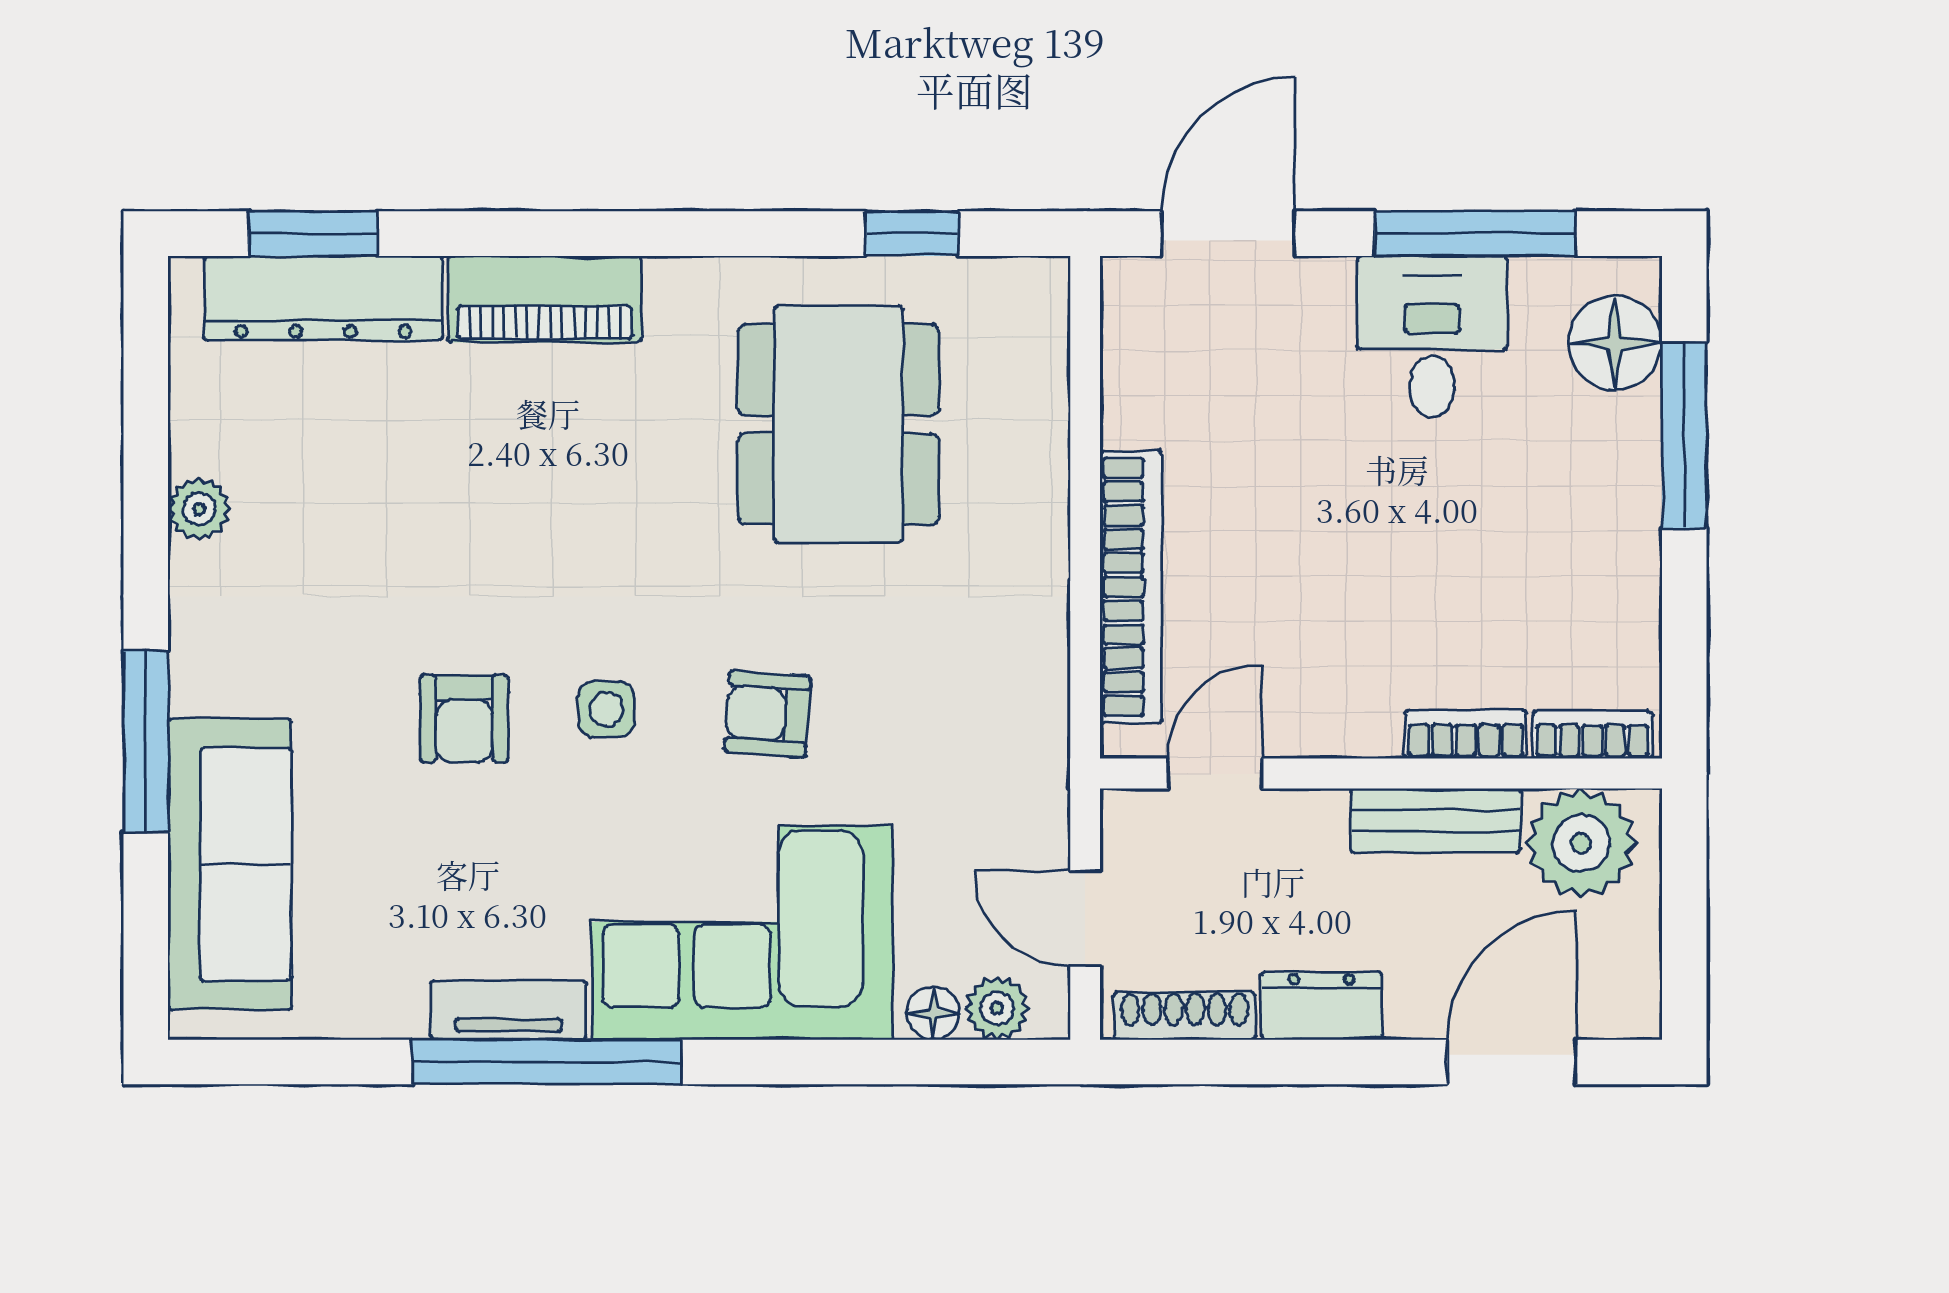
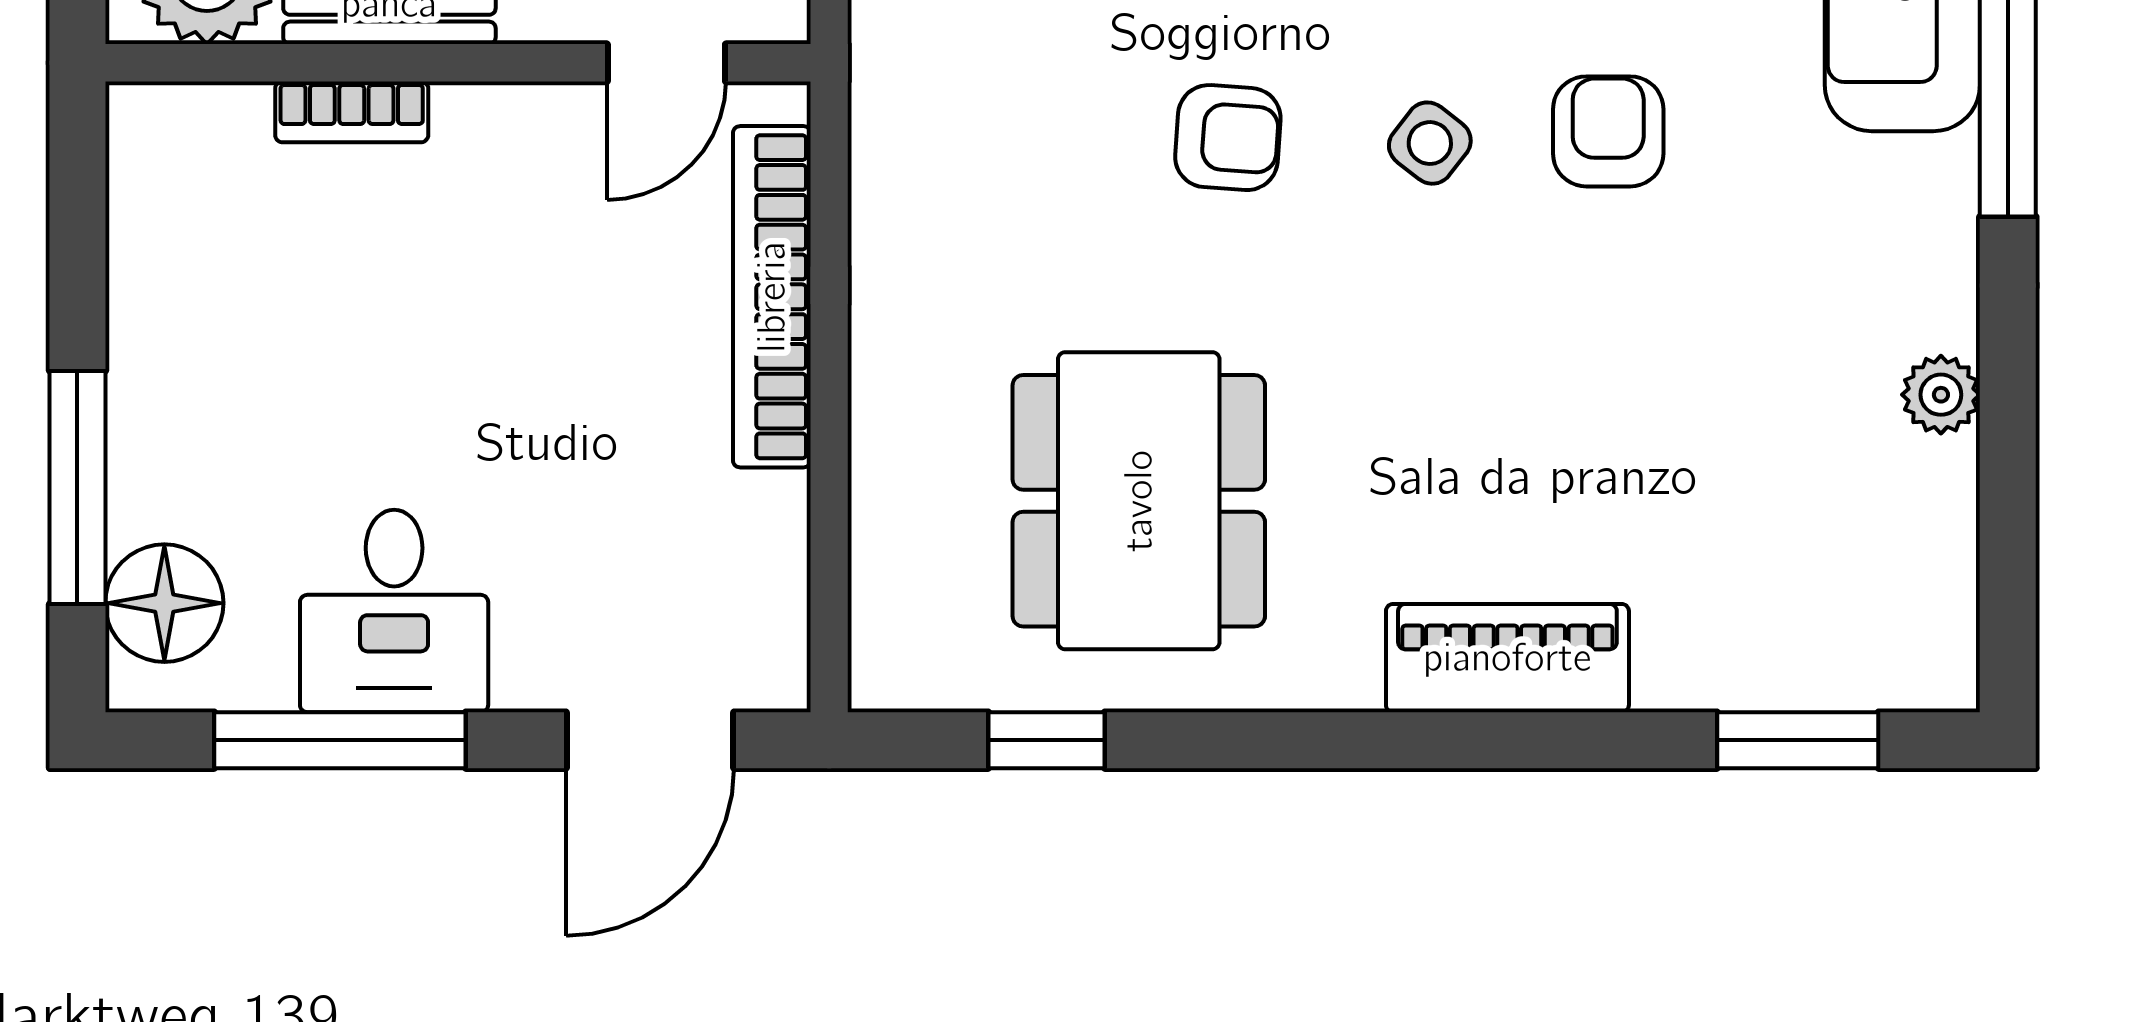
dresser: (323, 298) -> (1785, 659), removed
side table: (606, 709) -> (1430, 143), turned 38
bookcase: (1592, 735) -> (193, 111), removed

